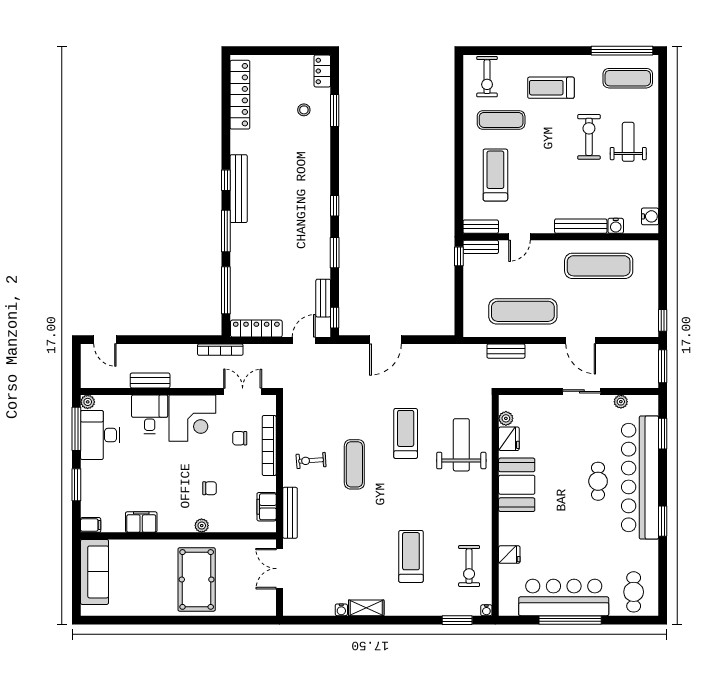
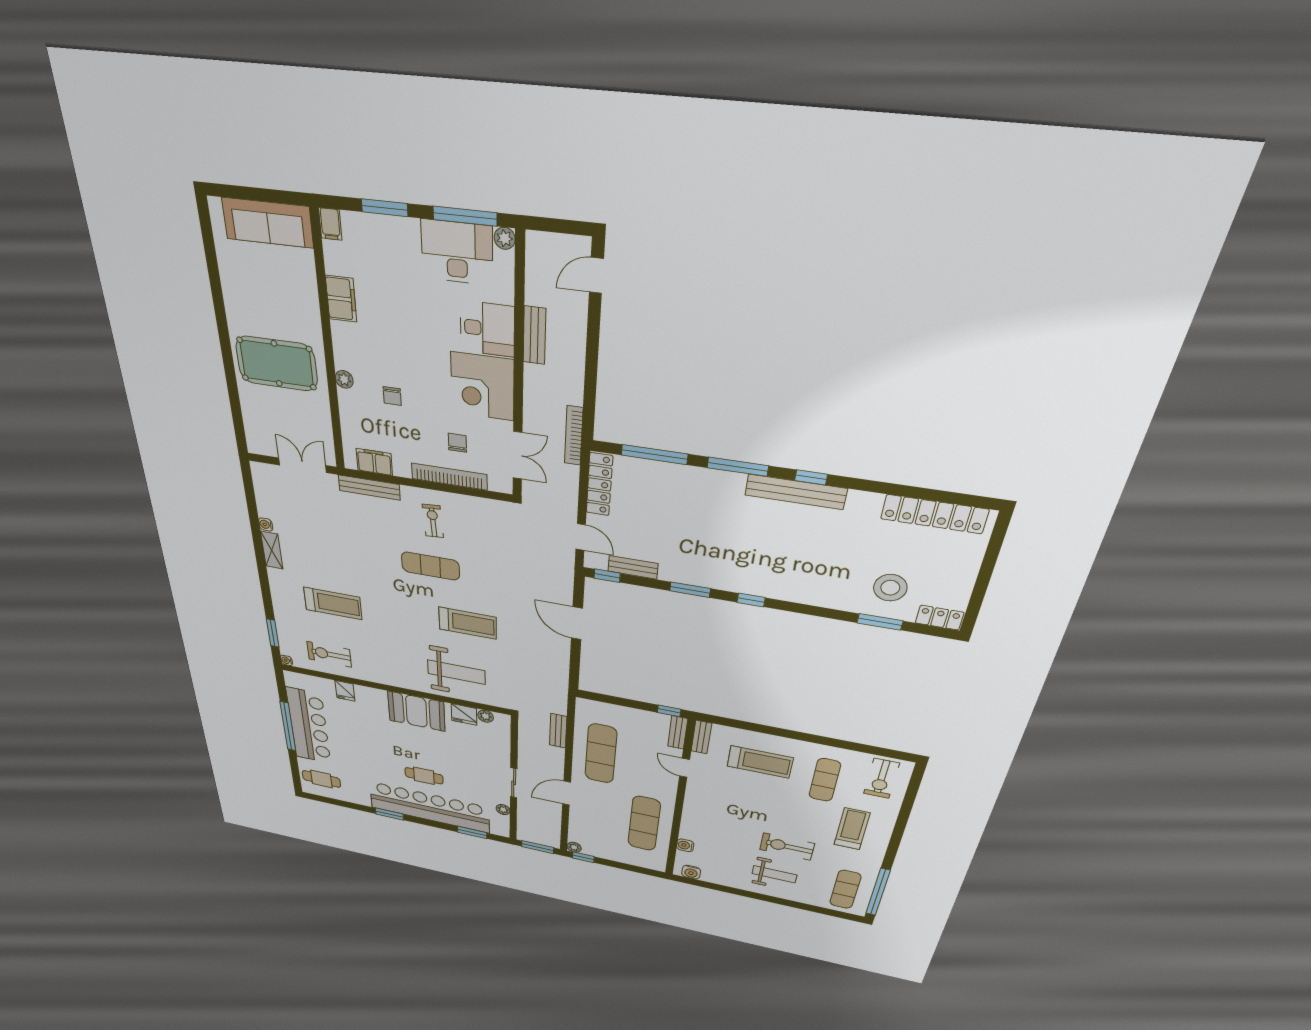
exercise bike: (487, 77) -> (881, 778), turned -90
stool: (304, 110) -> (890, 588), width x1.89, depth x1.89
exercise bike: (589, 137) -> (787, 846), turned 180
bench: (581, 226) -> (689, 819), removed
plant: (652, 330) -> (574, 847), added

